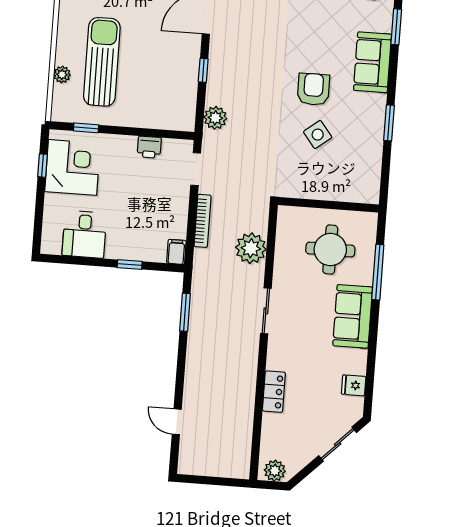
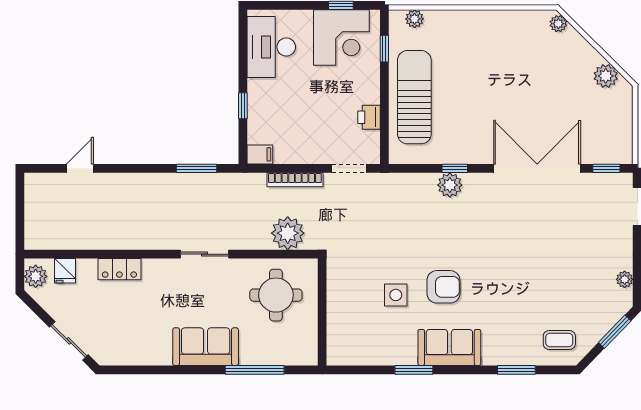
sun lounger: (102, 62) -> (414, 97), moved, turned -90
sofa: (373, 62) -> (449, 347), moved
plant: (62, 75) -> (415, 19), moved
plant: (215, 118) -> (450, 185), moved
side table: (318, 135) -> (396, 295), turned 38
desk: (84, 234) -> (271, 47), width x1.37
plant: (251, 248) -> (288, 233), moved
round table: (330, 250) -> (276, 295), moved
fridge: (354, 385) -> (65, 271), moved, turned 180

